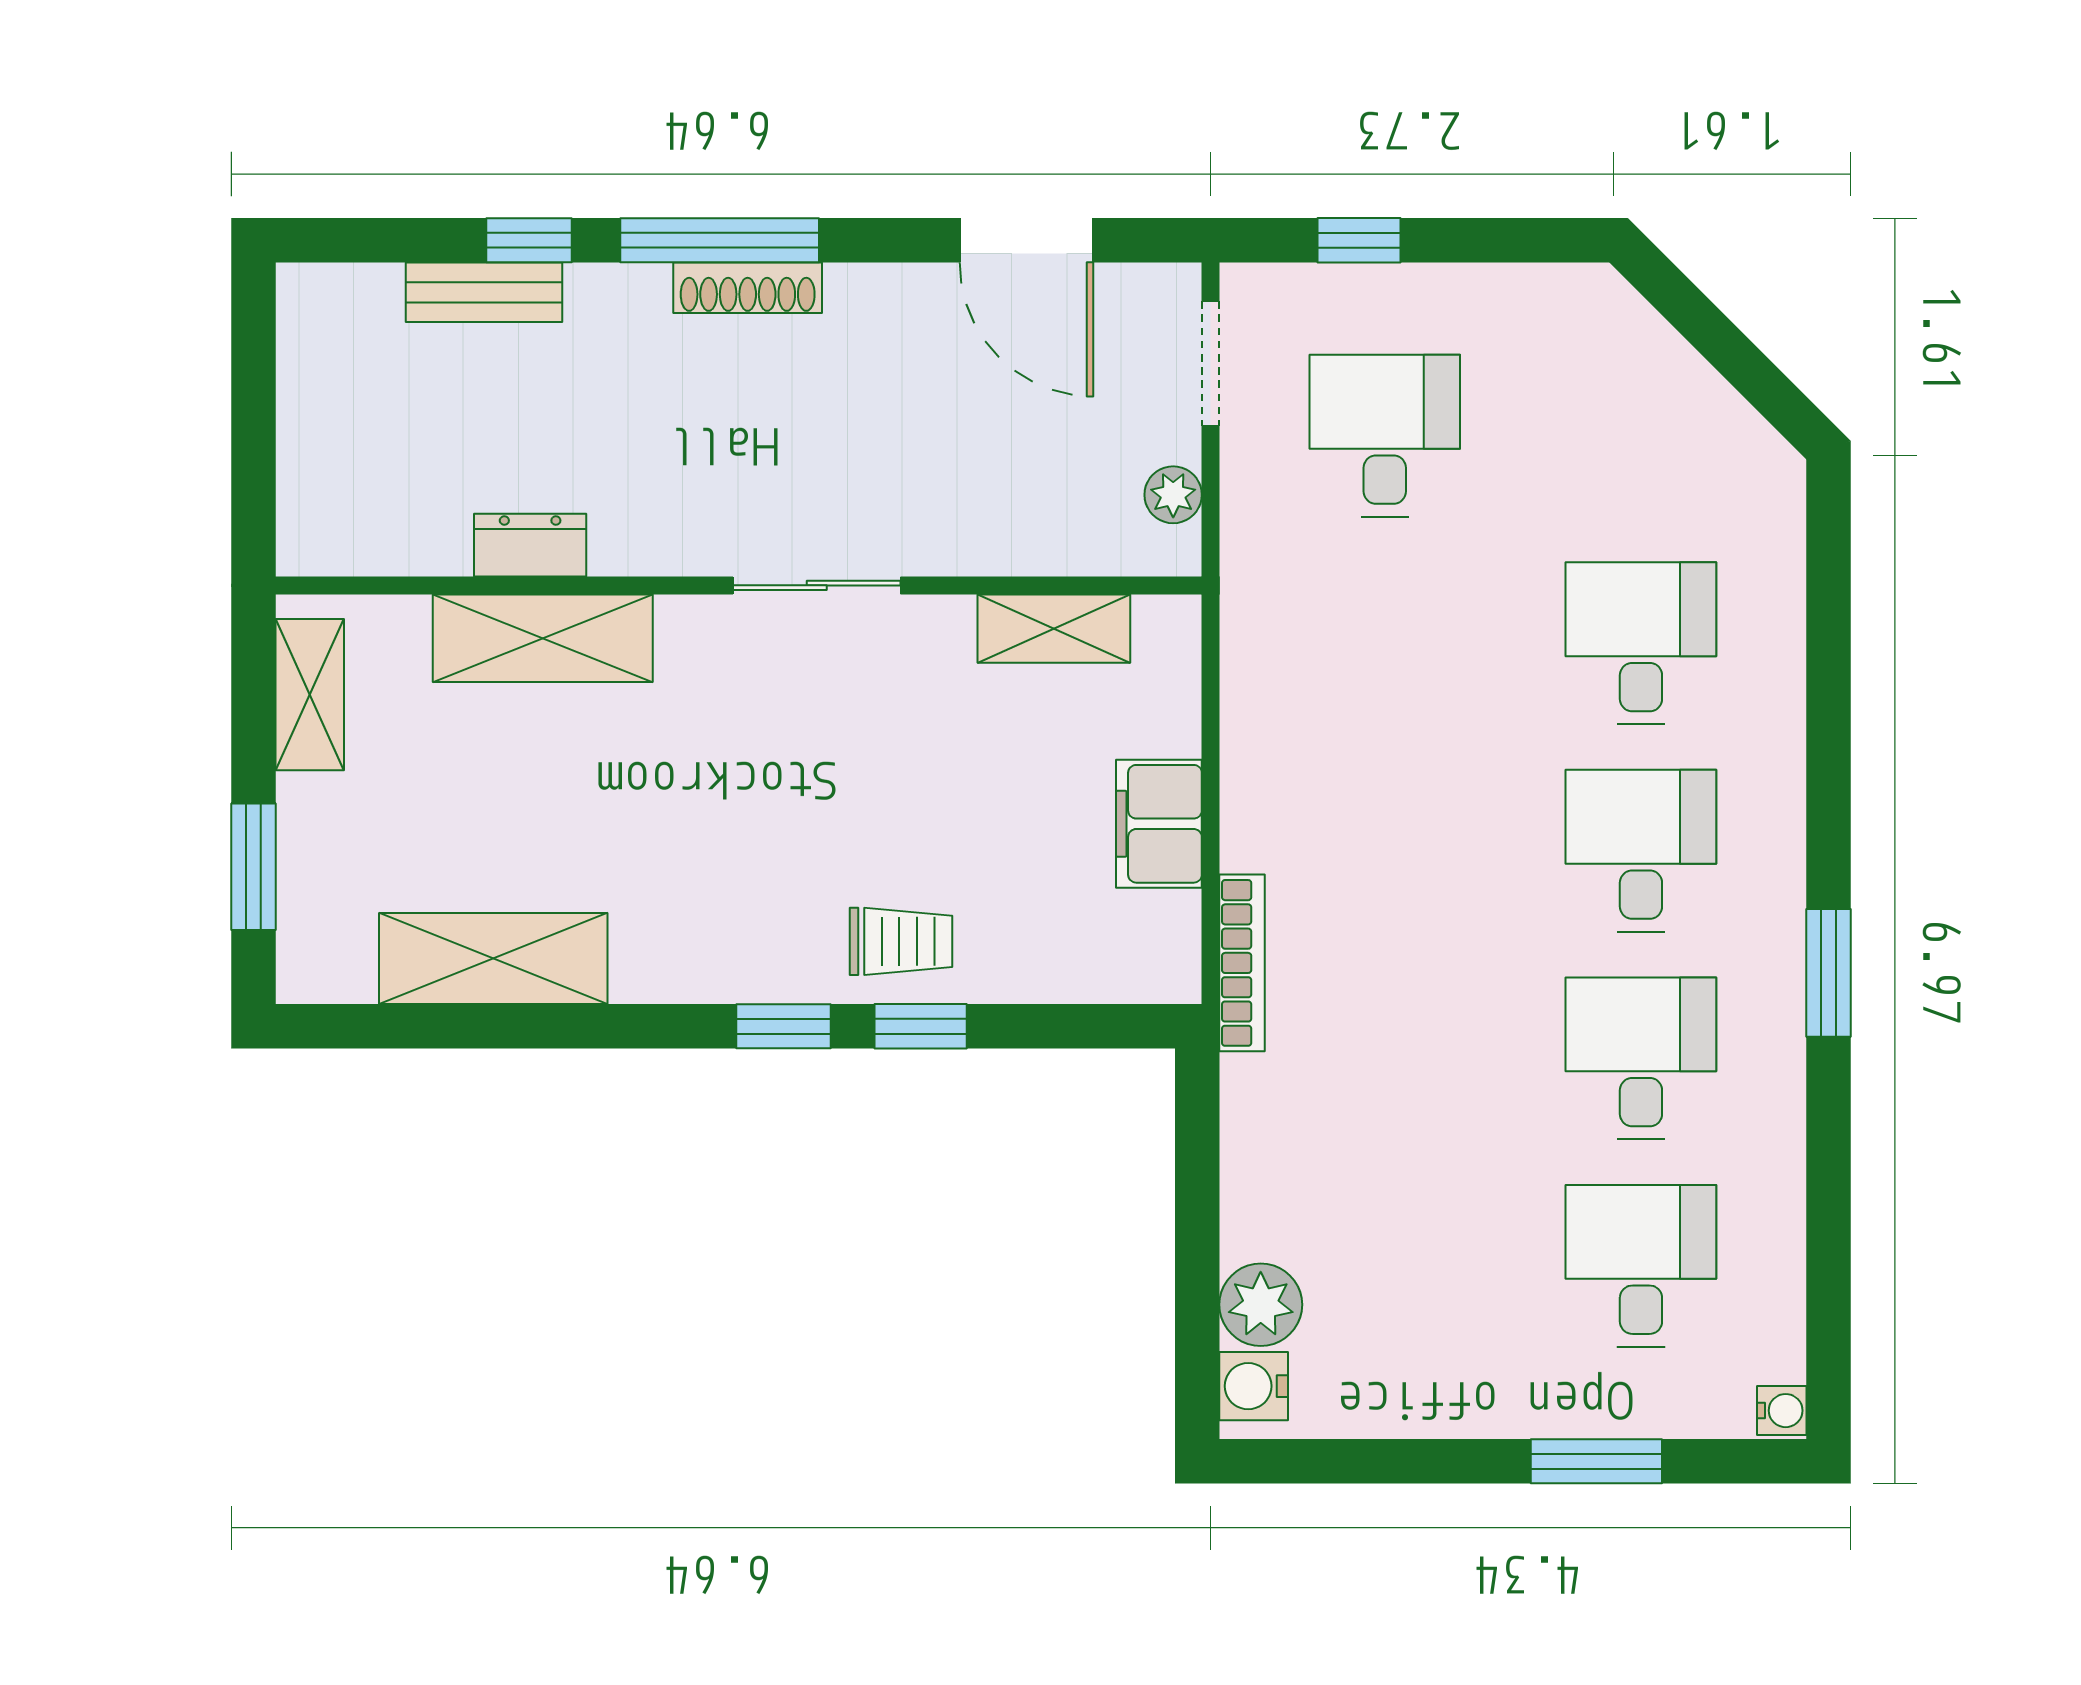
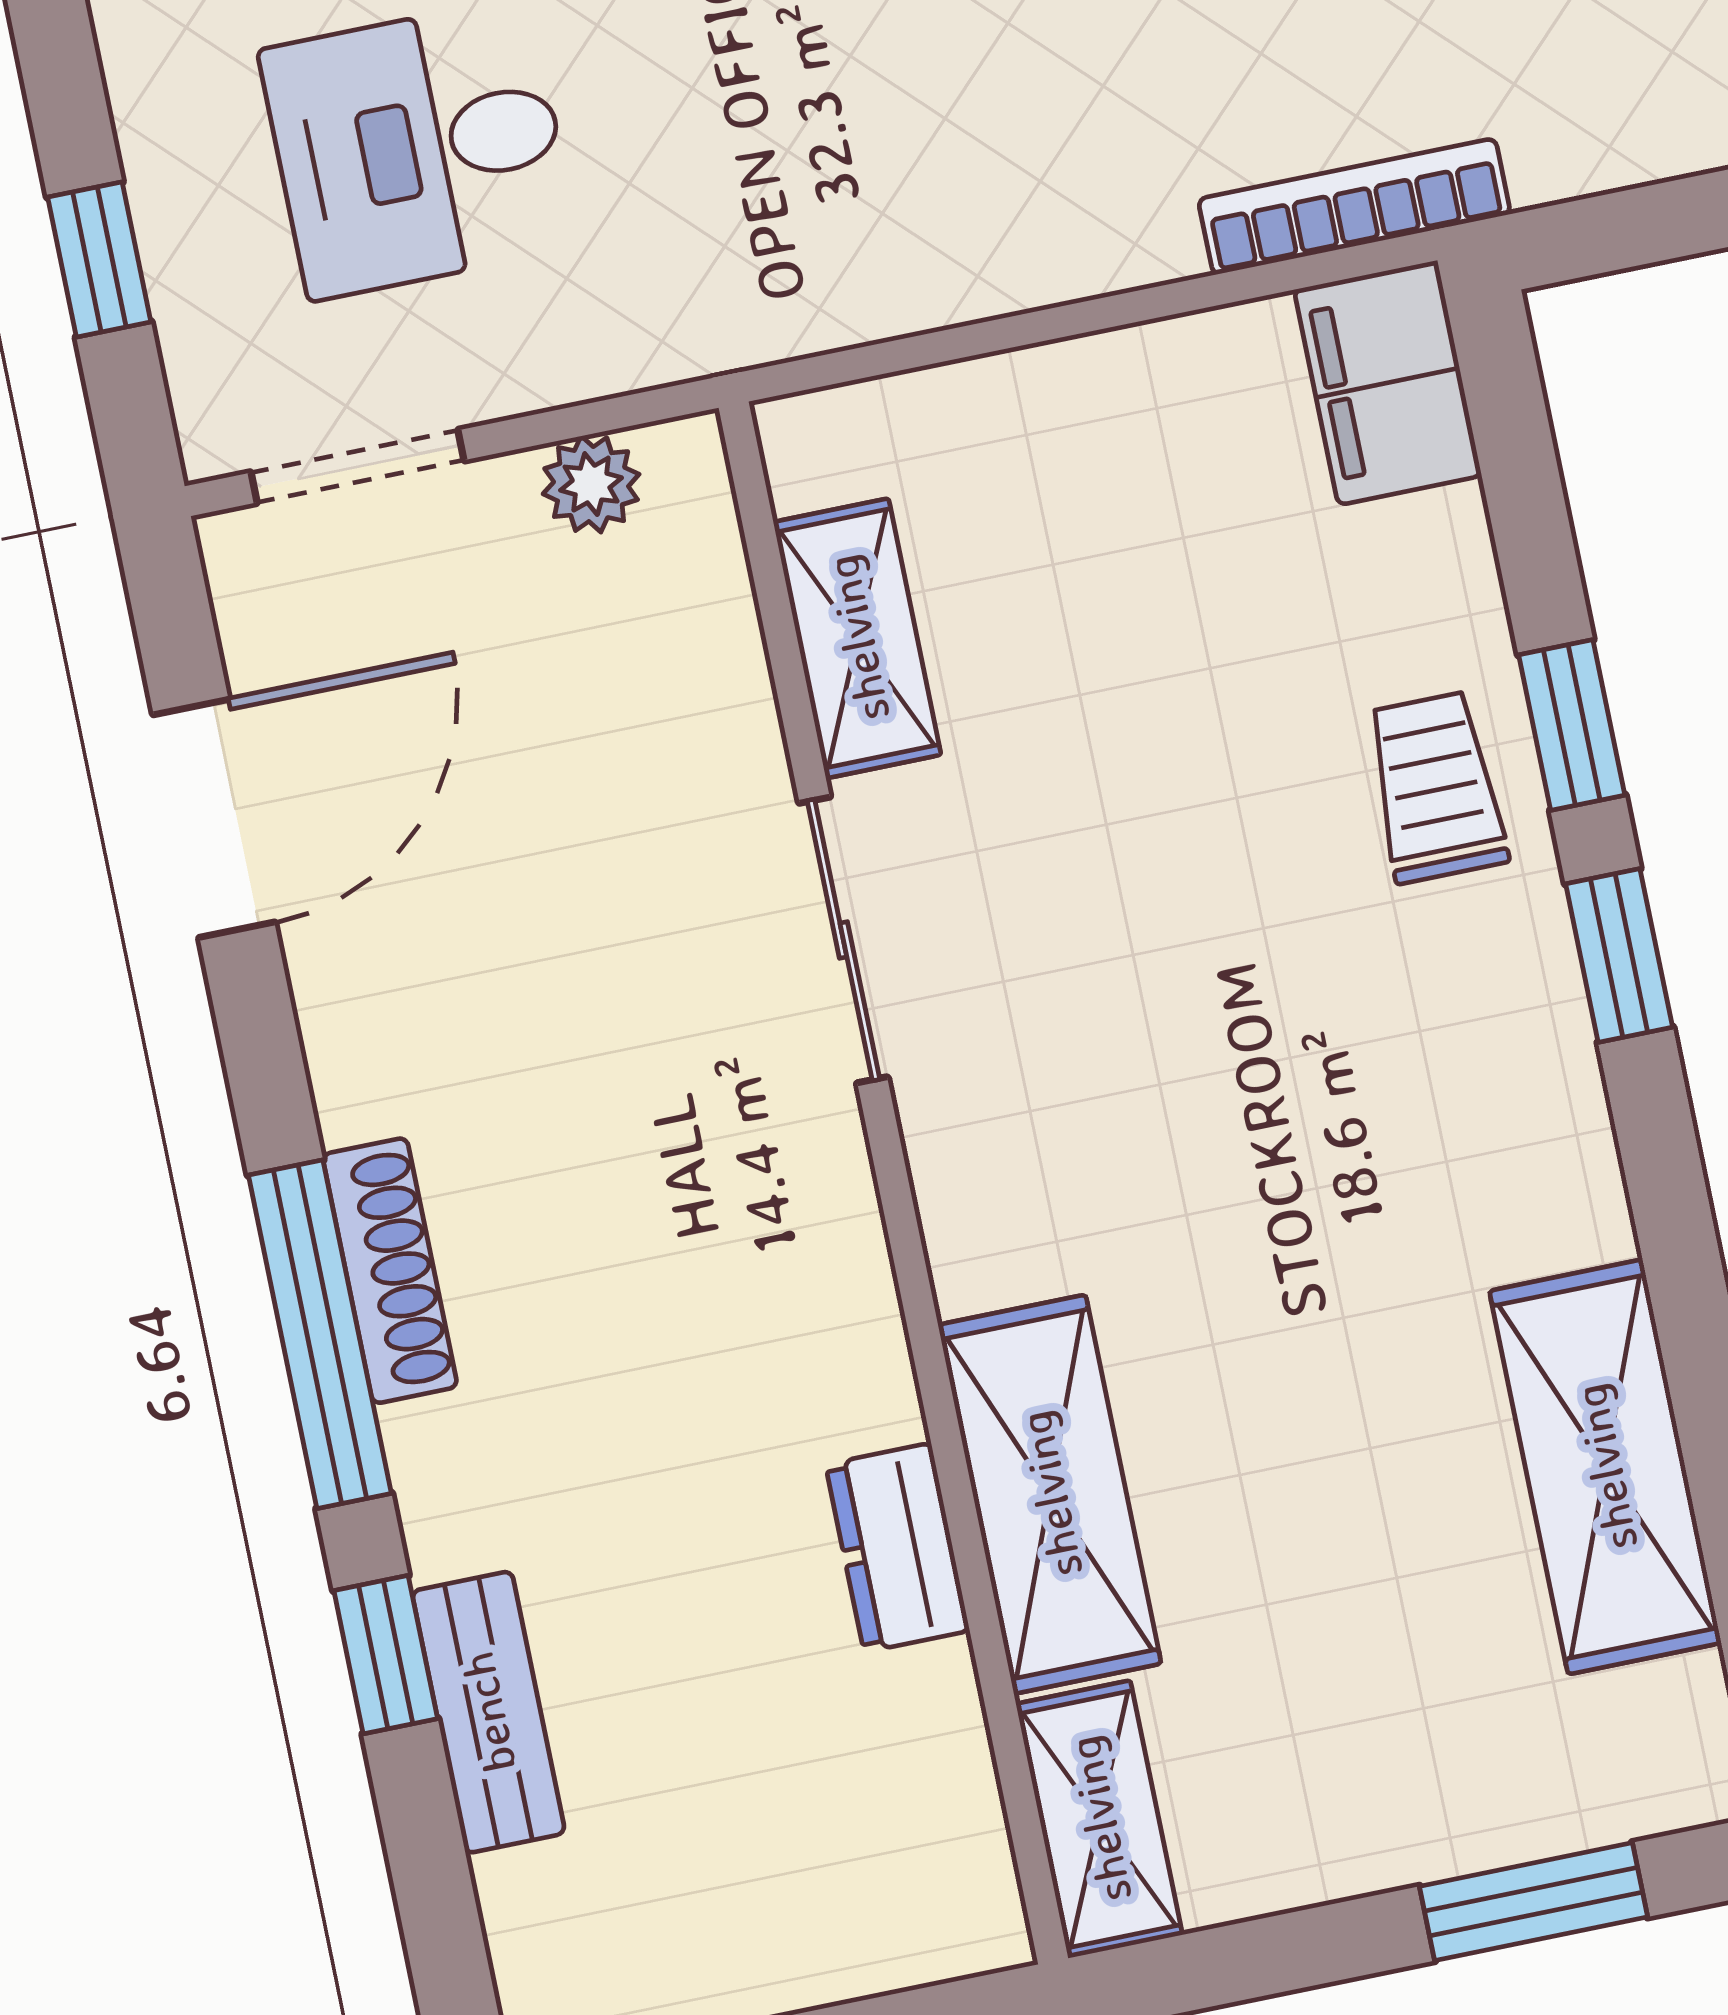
sliding door: (817, 585) -> (843, 940), moved
shelving: (310, 695) -> (1099, 1819), moved, turned 90
filing cabinet: (1159, 824) -> (1388, 383), moved, turned 90

